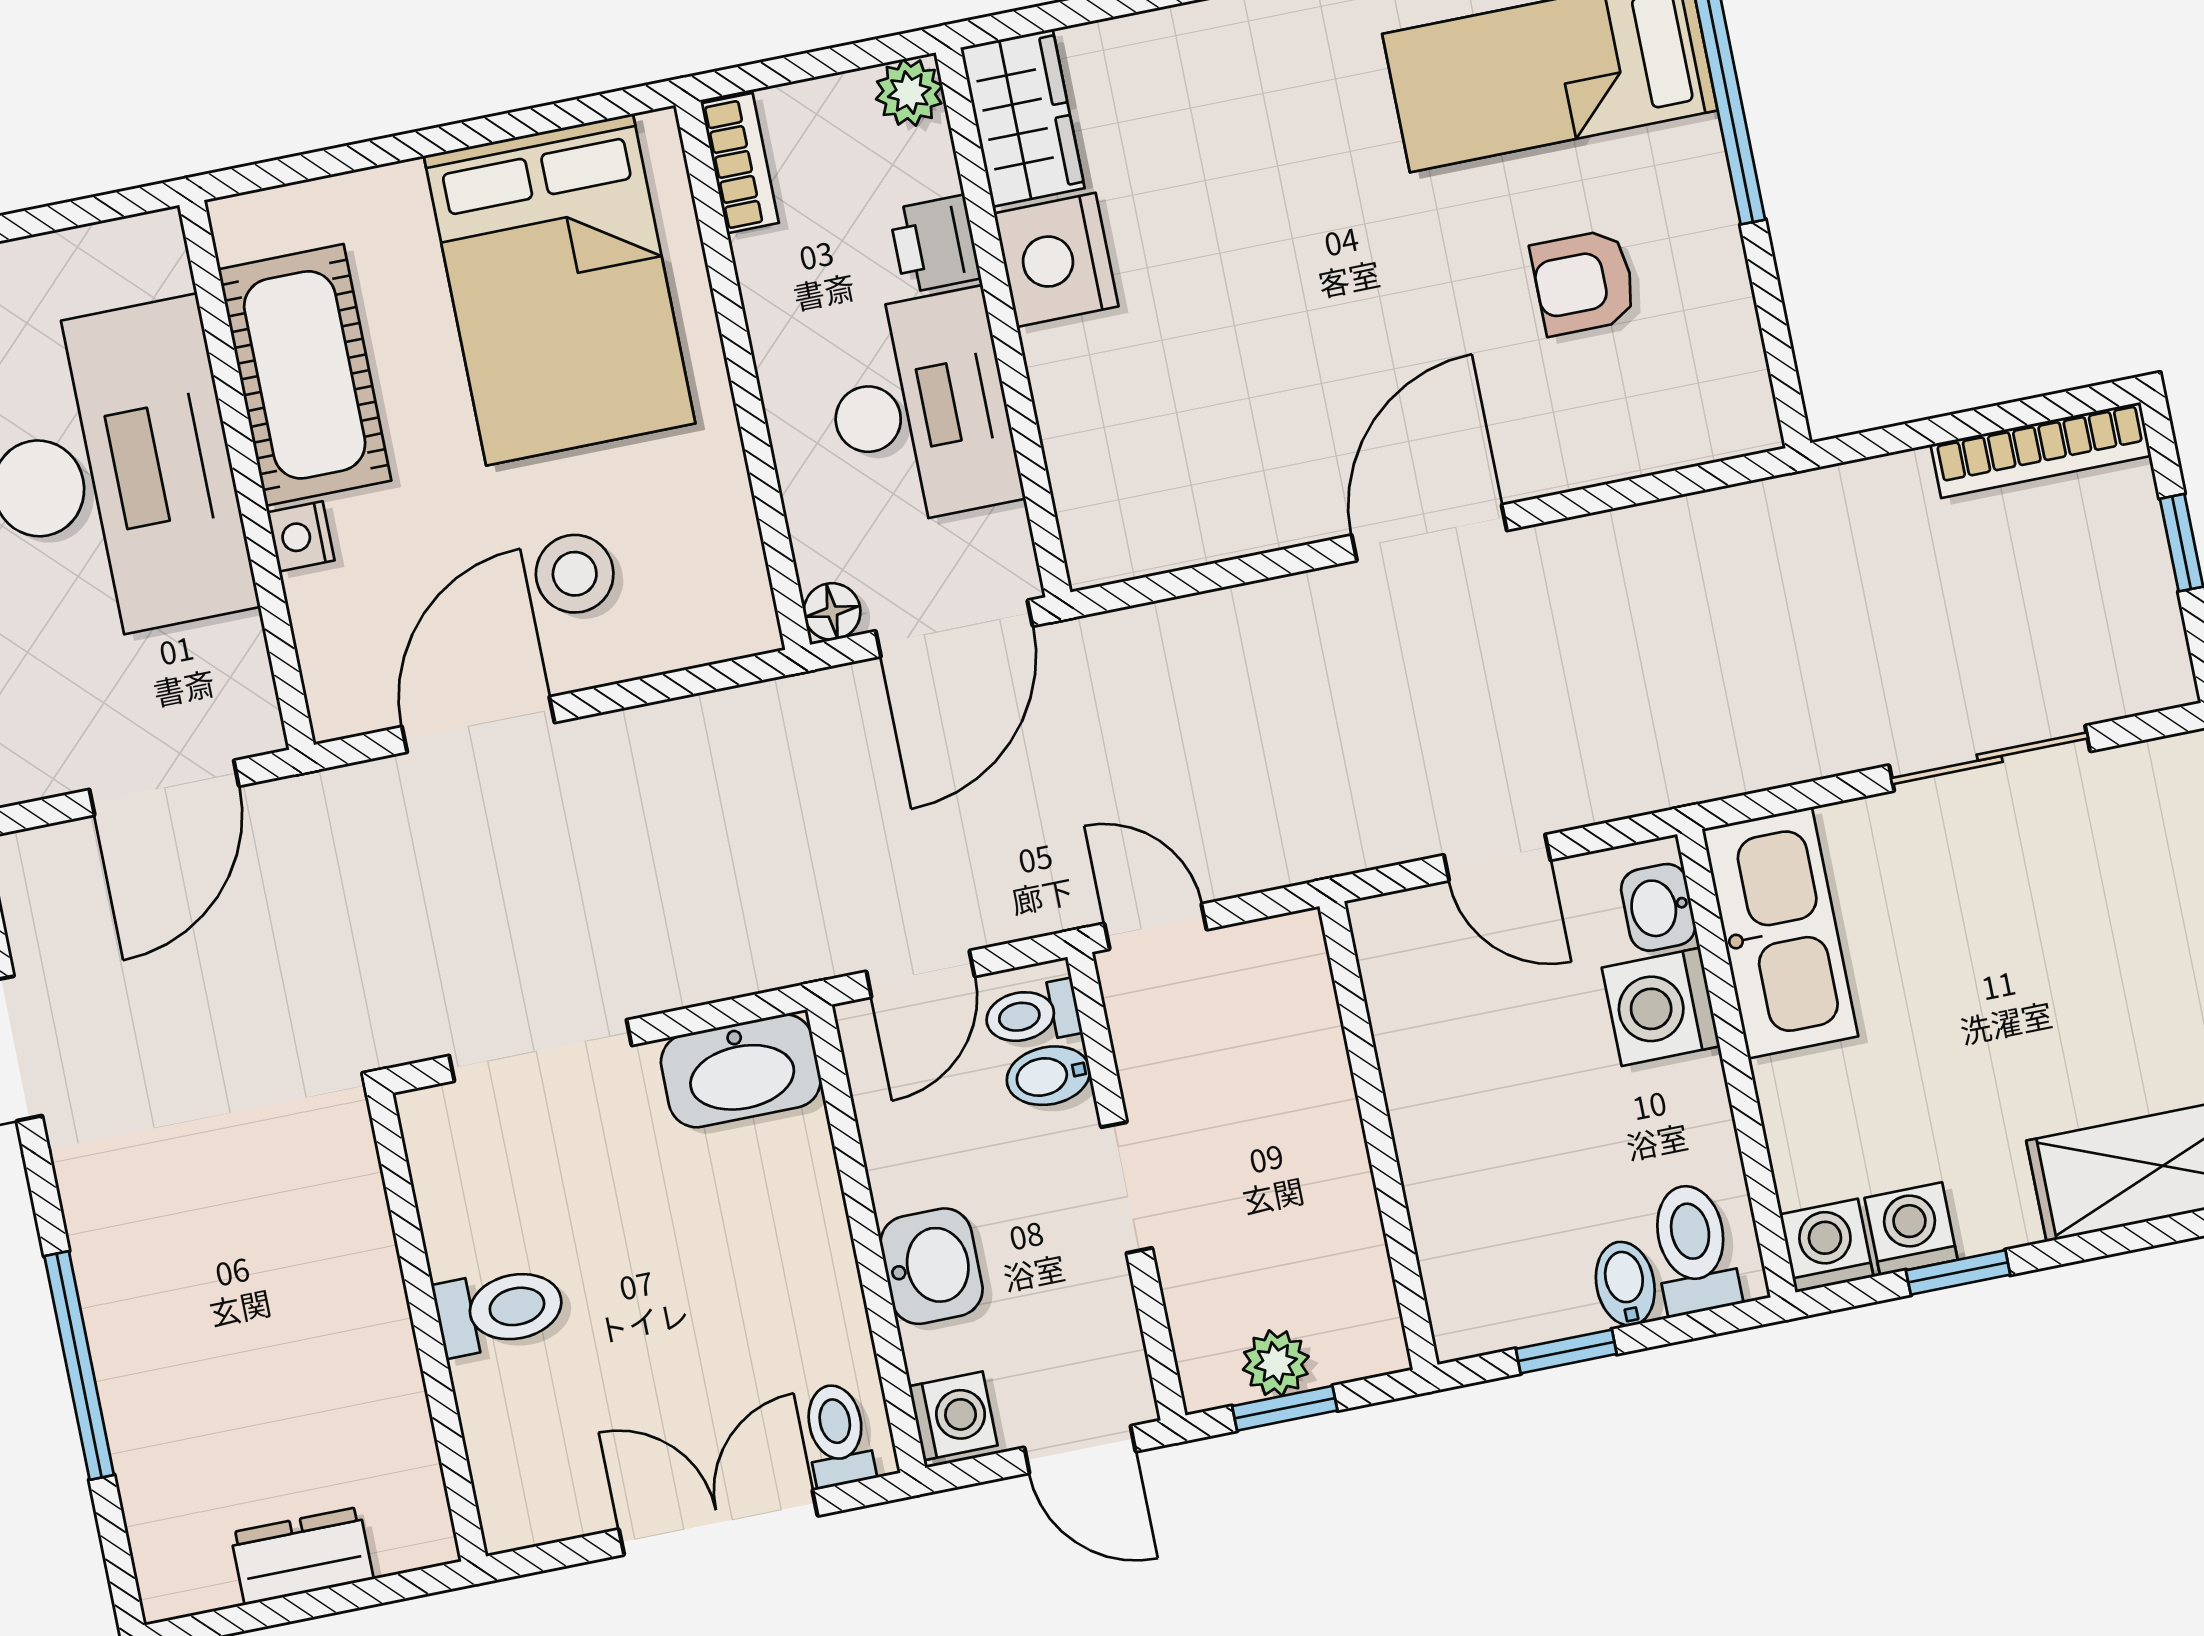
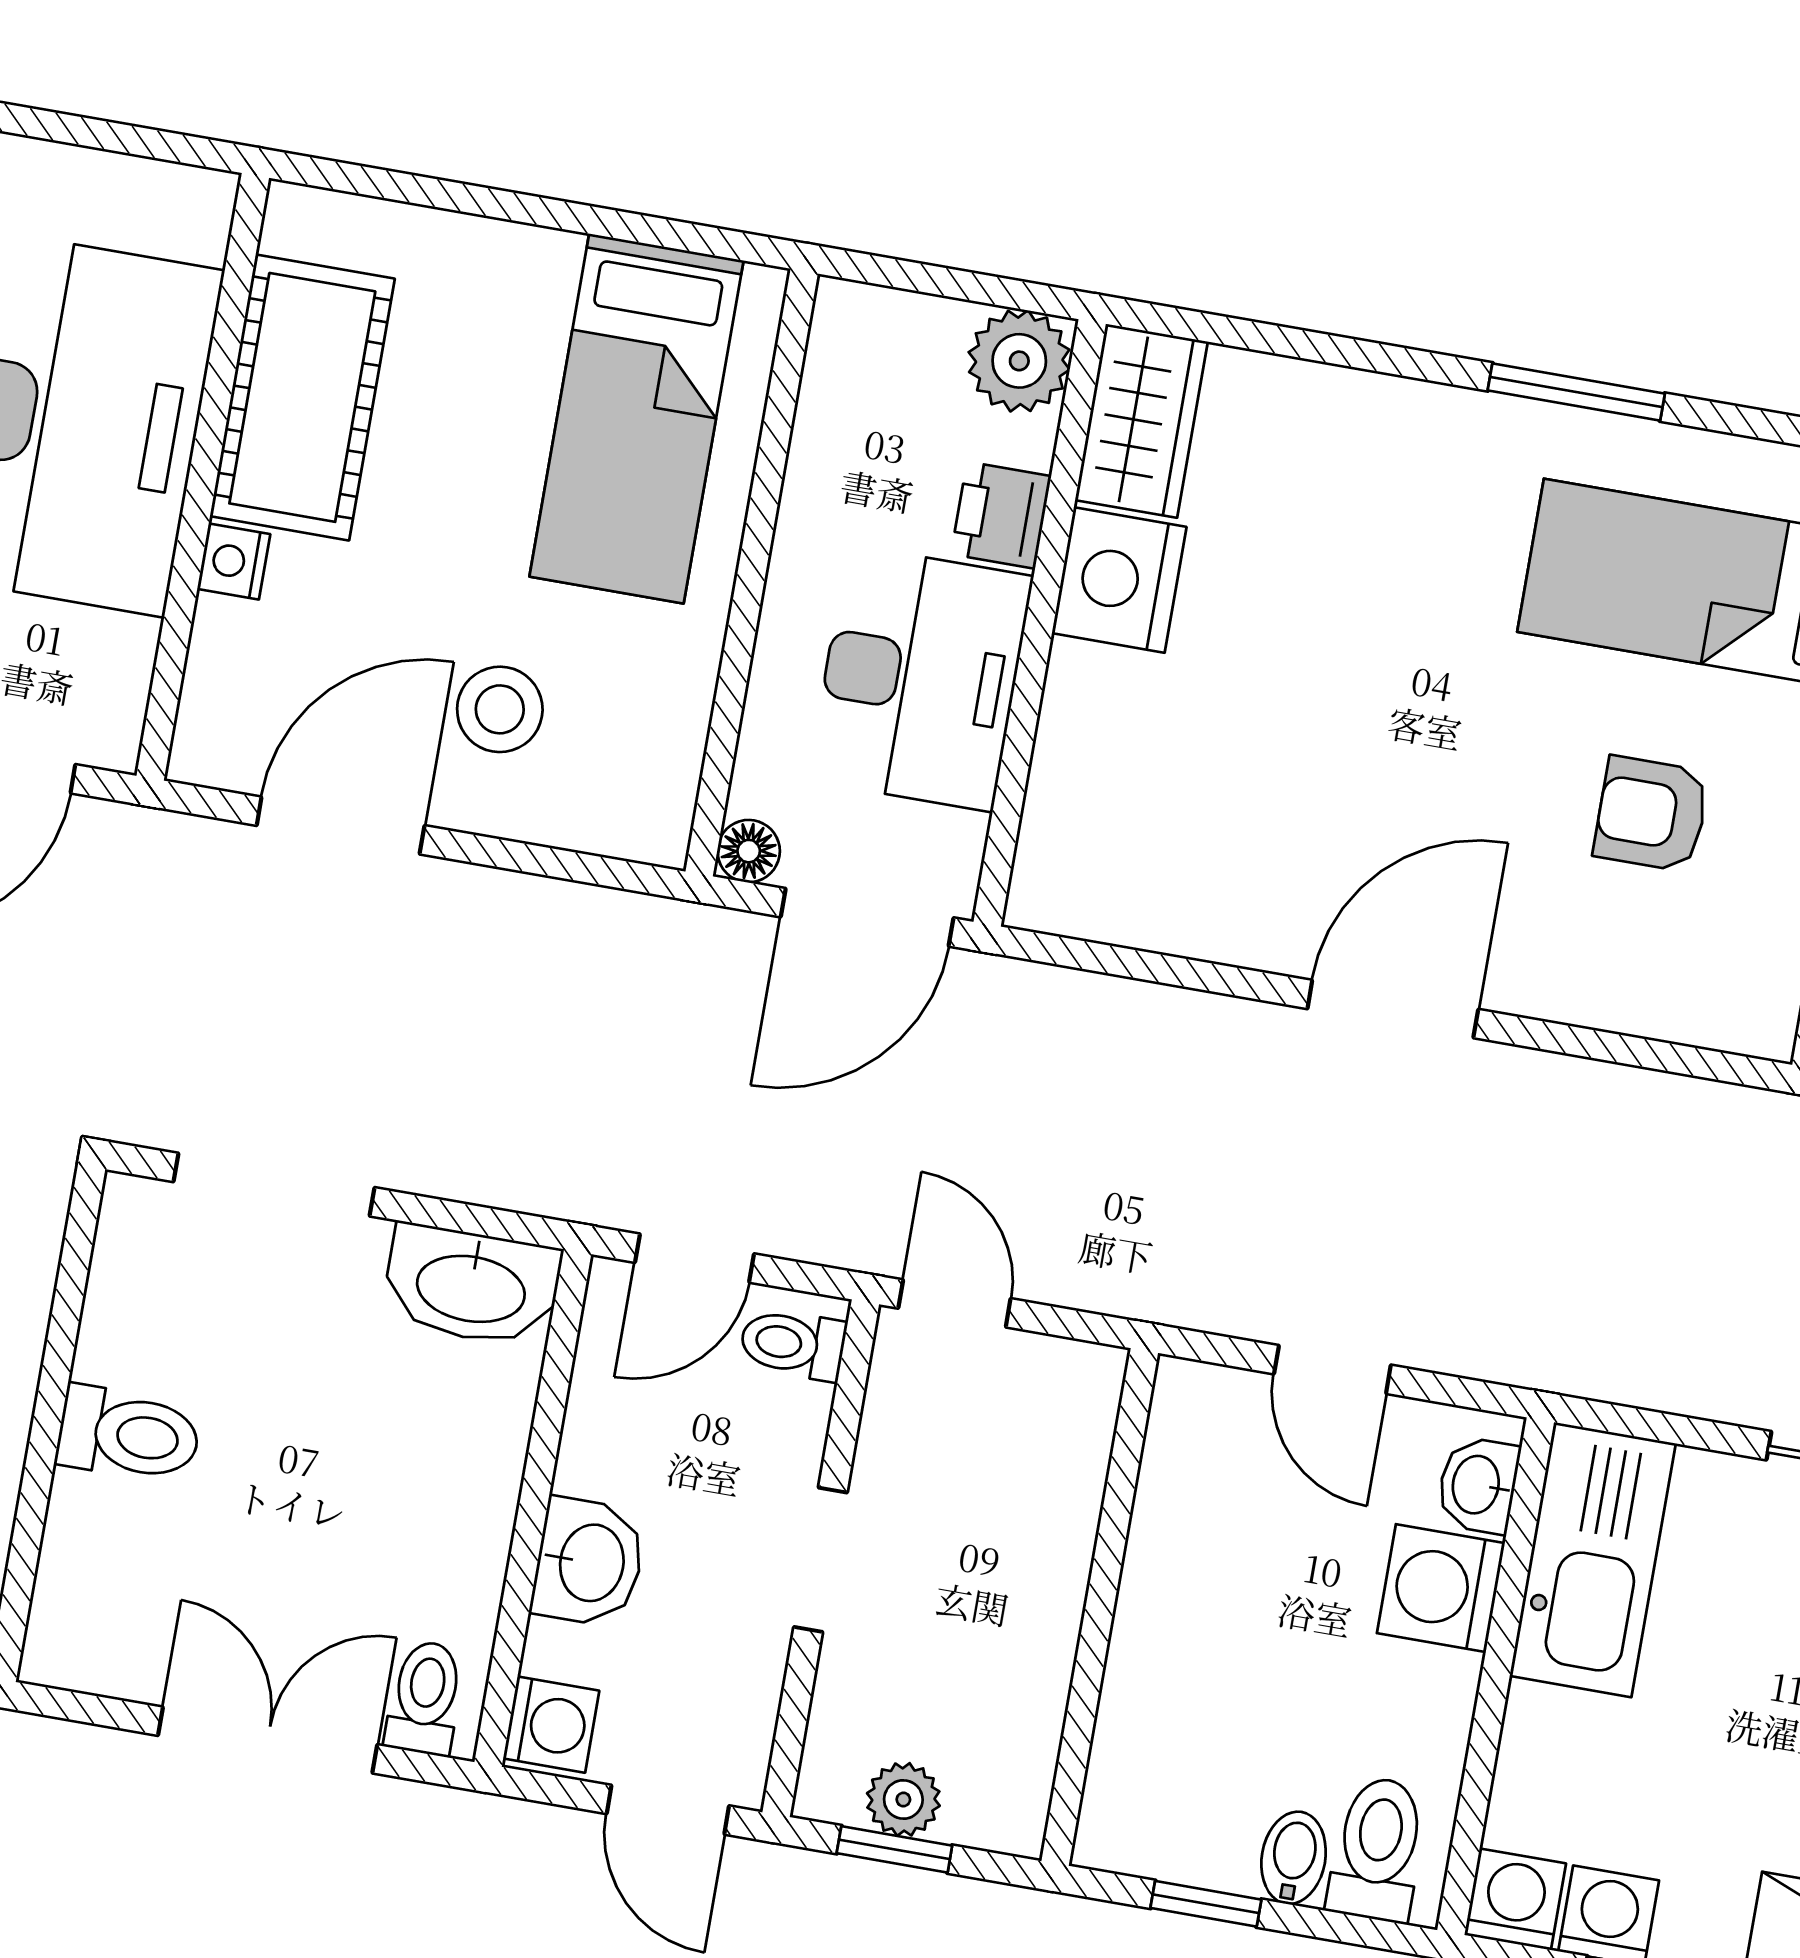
plant: (909, 92) -> (1019, 361), width x1.38, depth x1.38
bookcase: (740, 163) -> (833, 354), removed
bed: (560, 290) -> (636, 419), width x0.67
bidet: (1048, 1076) -> (785, 1414), removed

